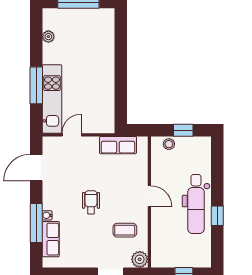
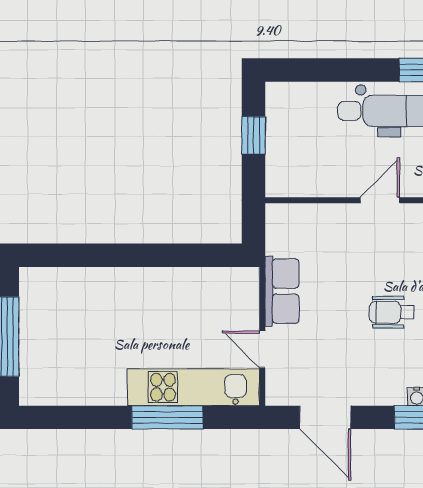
plant: (48, 37) -> (74, 394), removed
stool: (169, 144) -> (280, 163), removed
row of seats: (118, 145) -> (282, 291), moved

